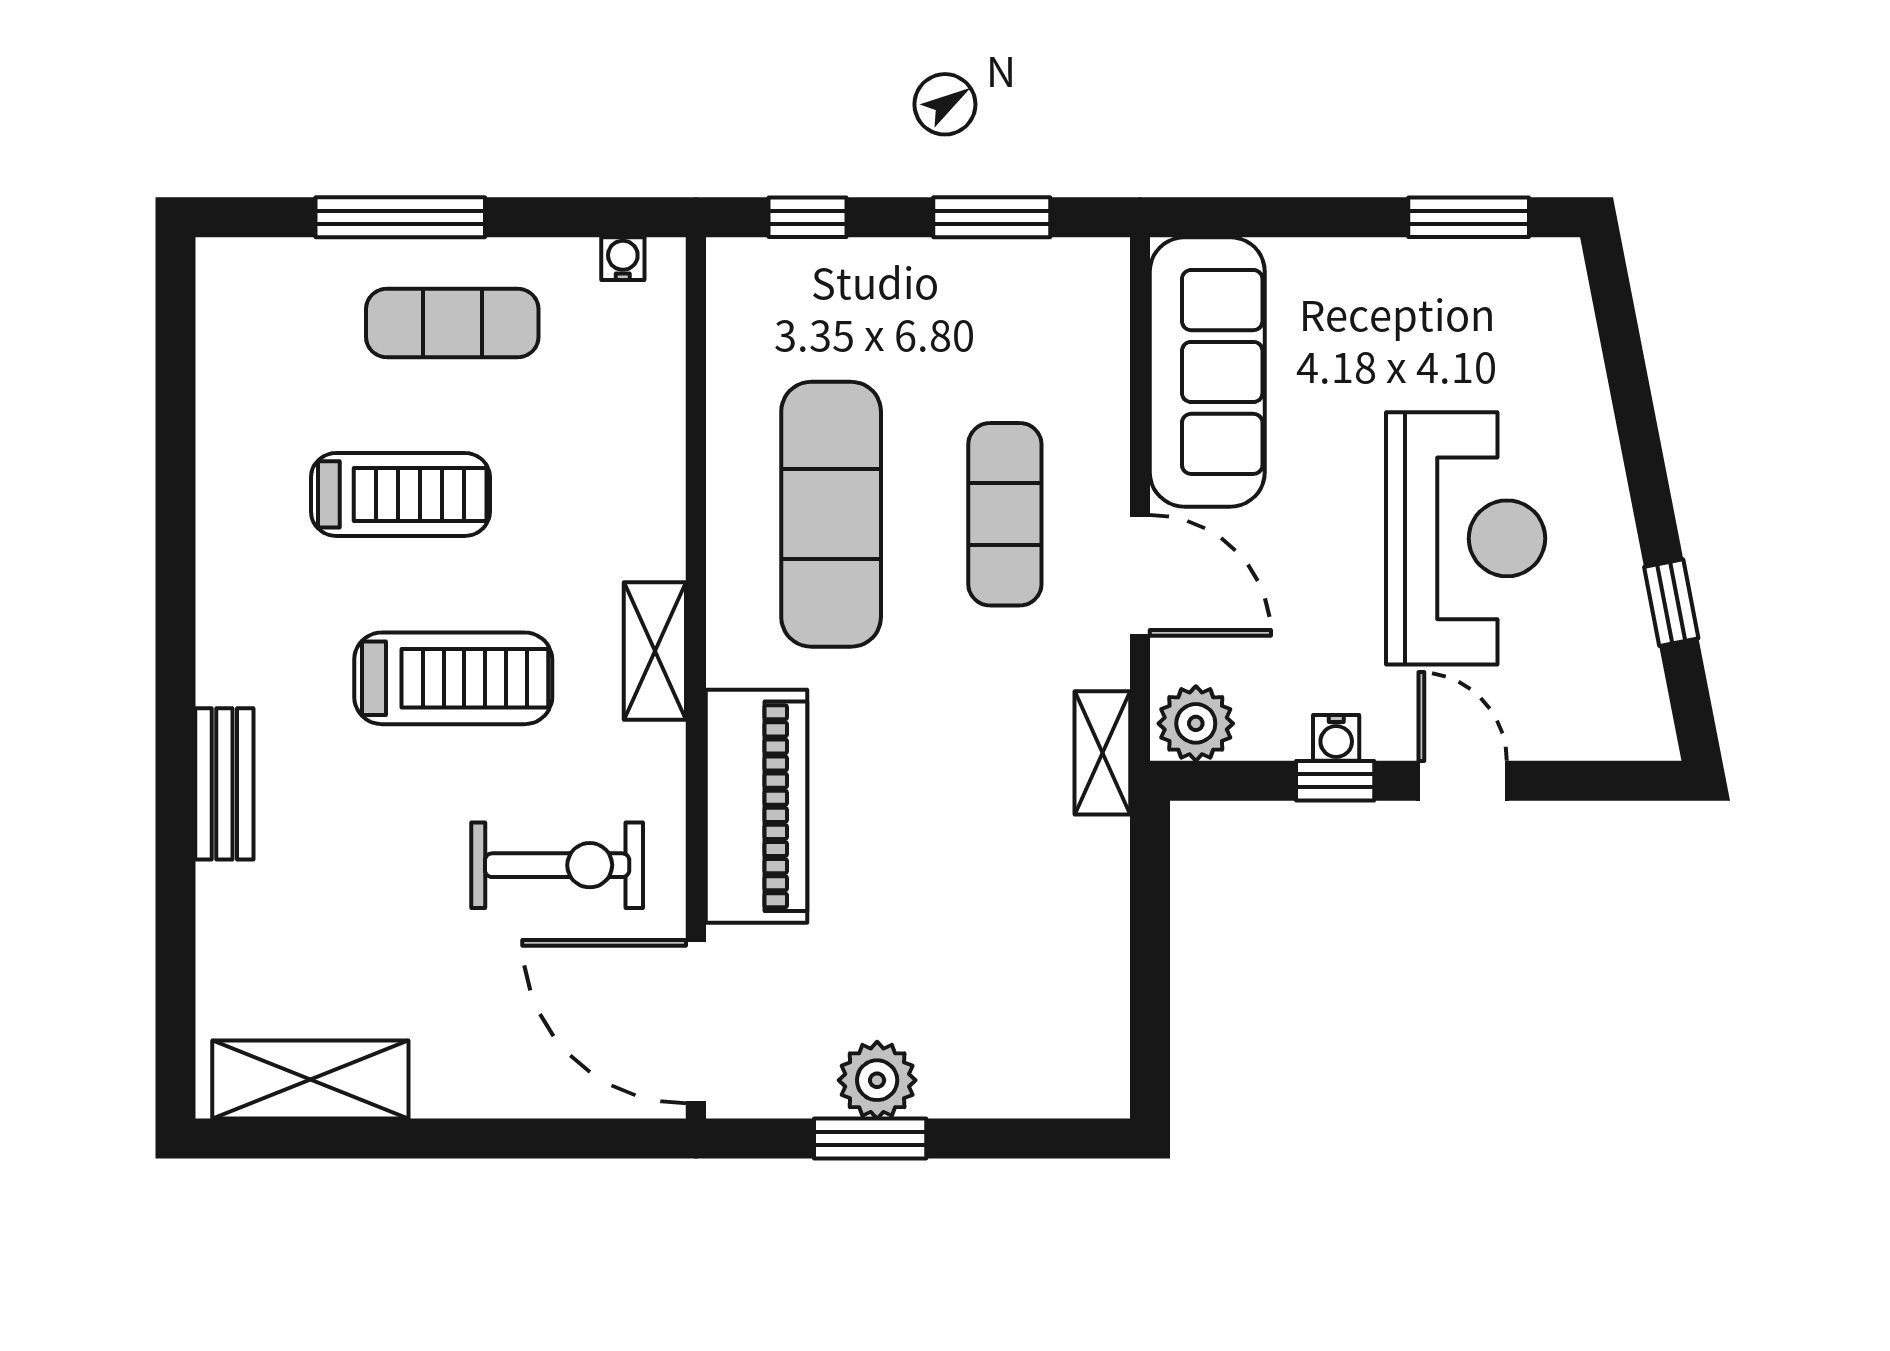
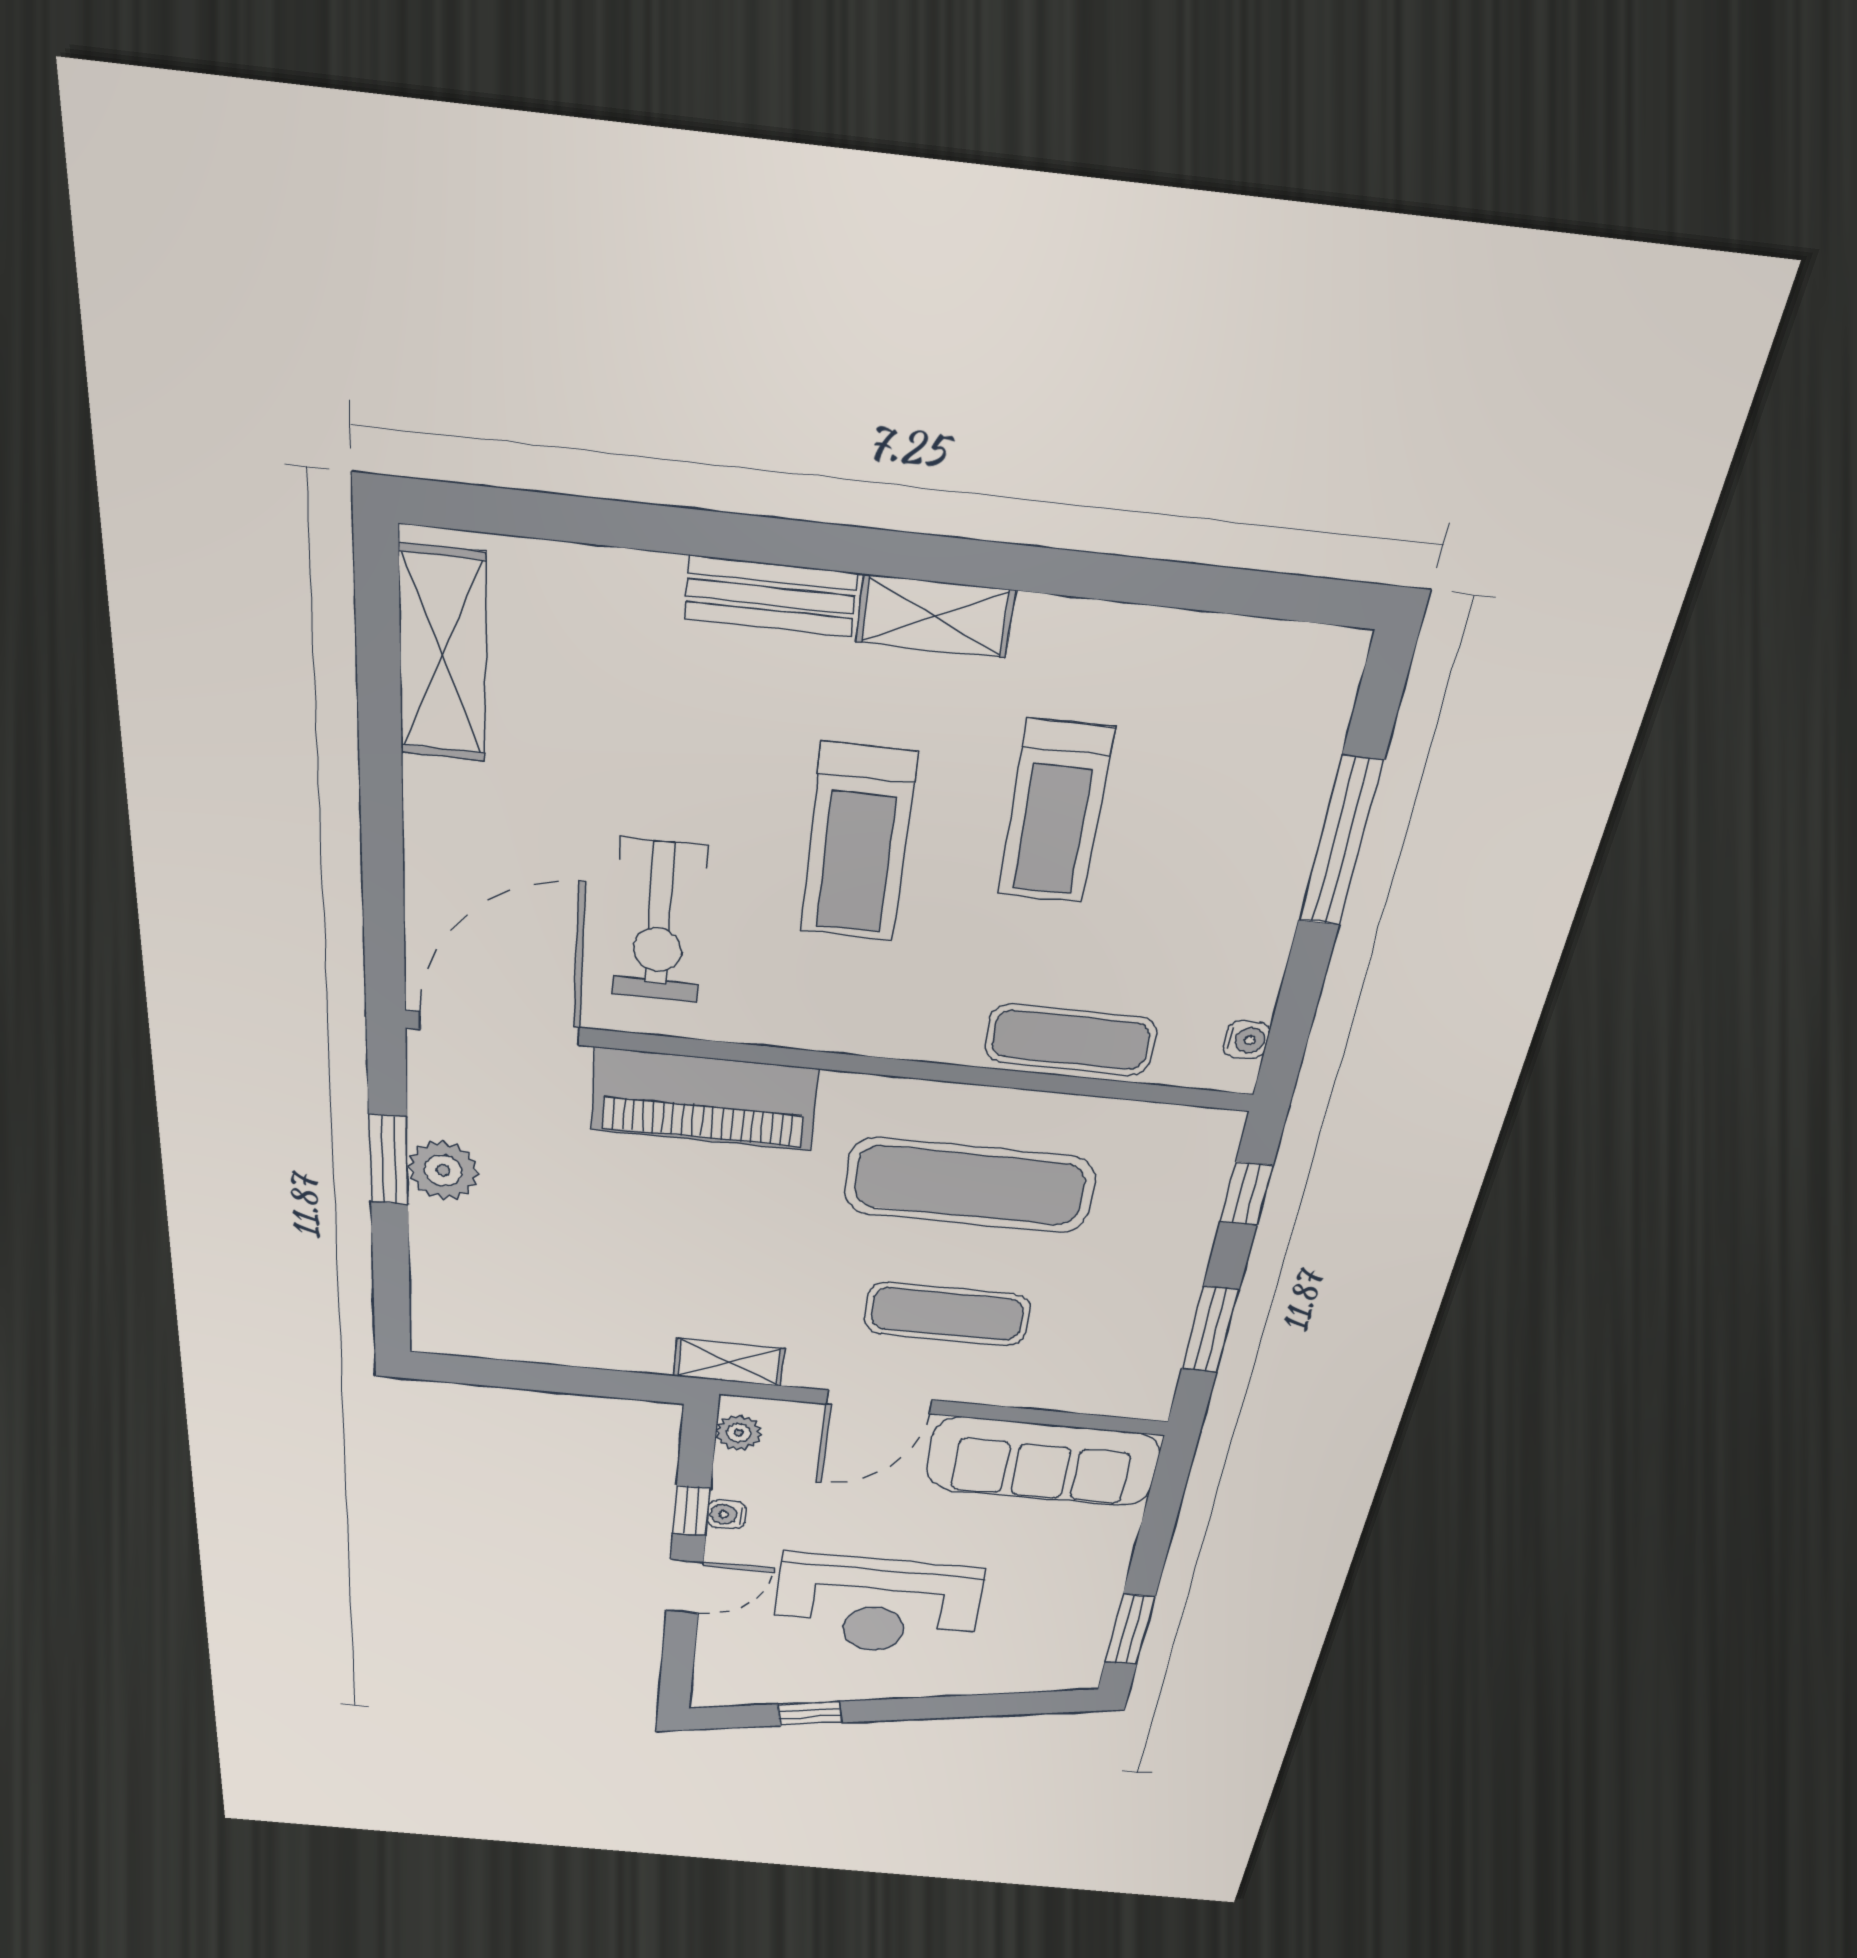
exercise mat: (452, 323) -> (1071, 1040), moved, turned 90
shelving: (655, 651) -> (935, 616), moved
plant: (1196, 723) -> (739, 1433), width x0.73, depth x0.73

